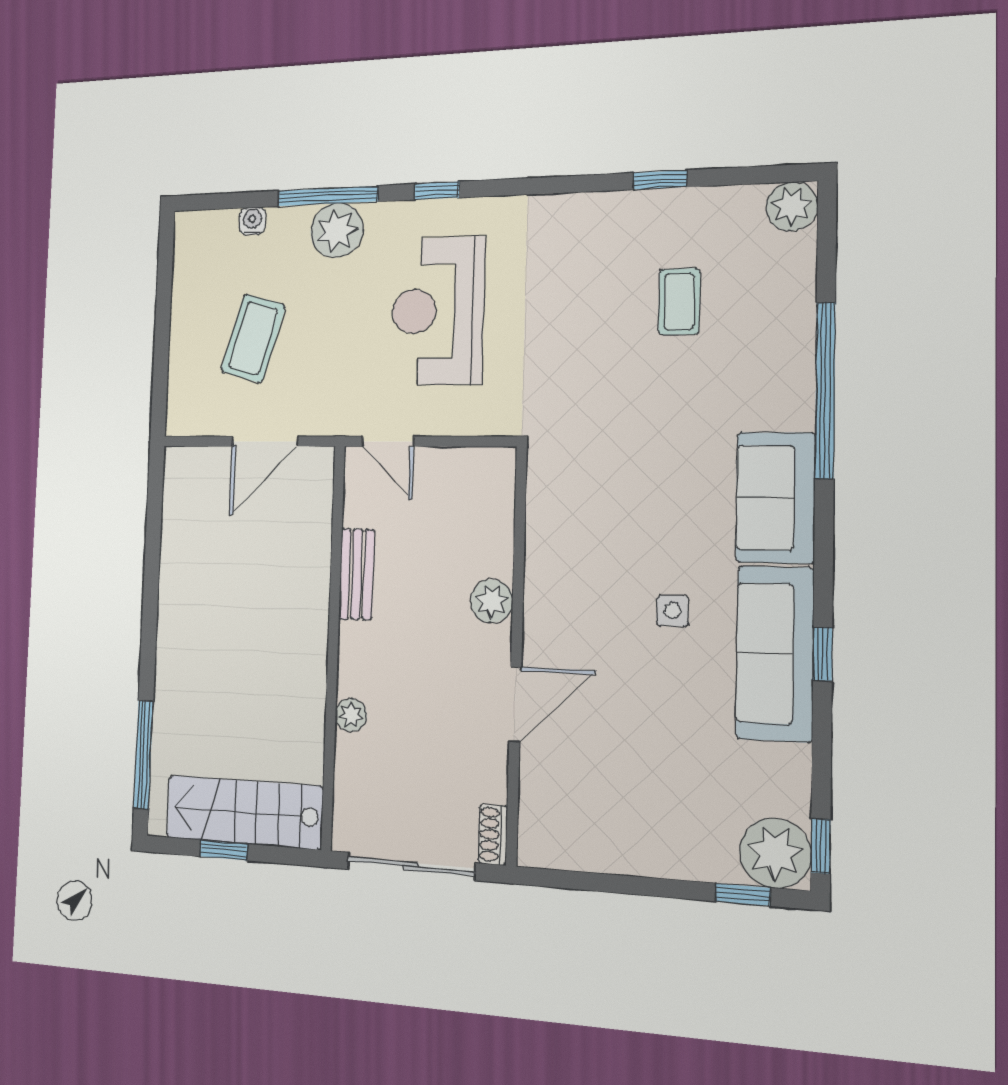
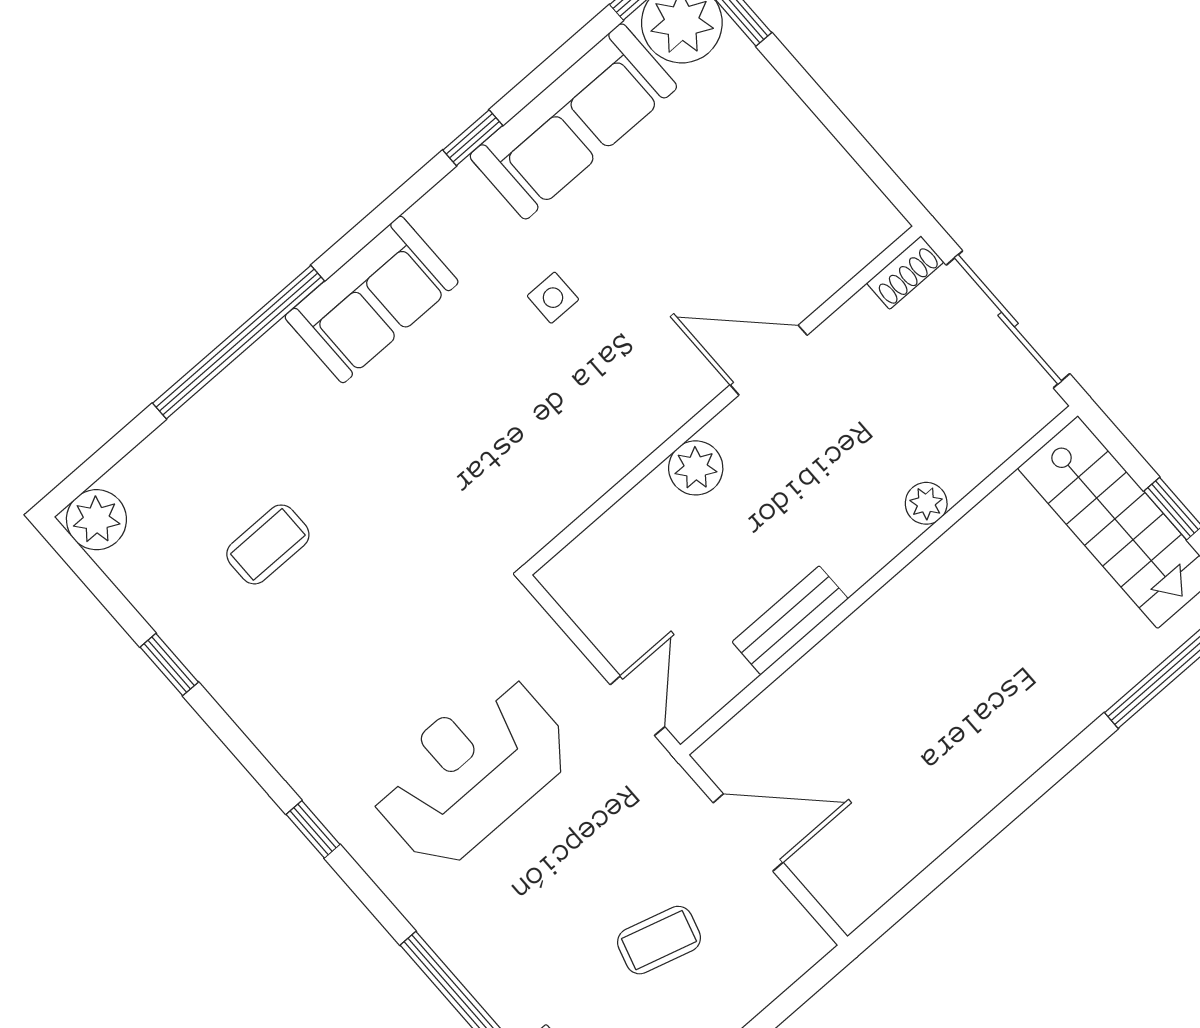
window: (437, 191) -> (313, 829), moved
plant: (337, 230) -> (479, 949), removed
reception desk: (438, 311) -> (471, 771), turned 180
coffee table: (253, 338) -> (659, 940), width x0.73, depth x0.77
sofa: (775, 653) -> (573, 121), moved

